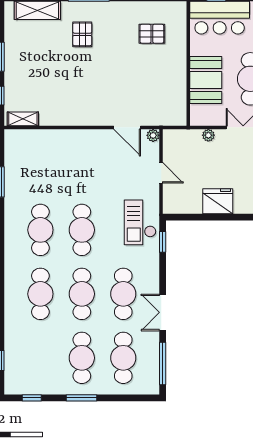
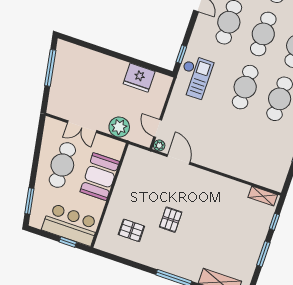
pallet: (82, 34) -> (171, 220), moved
plant: (208, 135) -> (119, 127), width x1.88, depth x1.88
door: (161, 173) -> (158, 128), moved
fridge: (218, 201) -> (139, 78), moved

